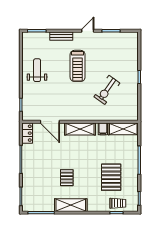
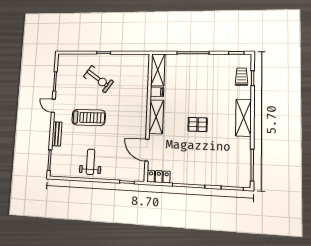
weight bench: (37, 70) -> (90, 162), turned 90
exercise bike: (107, 90) -> (98, 79), moved
door: (50, 122) -> (147, 150), swing flipped
pallet: (111, 177) -> (211, 84), removed
pallet: (67, 178) -> (198, 124), moved
shelving: (71, 205) -> (243, 118), moved

